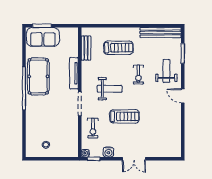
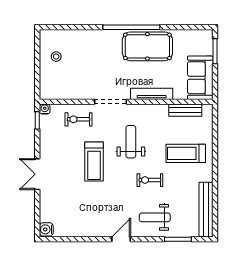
sofa: (43, 37) -> (200, 78), moved
treadmill: (118, 48) -> (186, 153), turned 90
weight bench: (166, 71) -> (155, 217), turned 180
weight bench: (110, 89) -> (131, 142), turned 180
water cooler: (108, 152) -> (46, 229), moved

